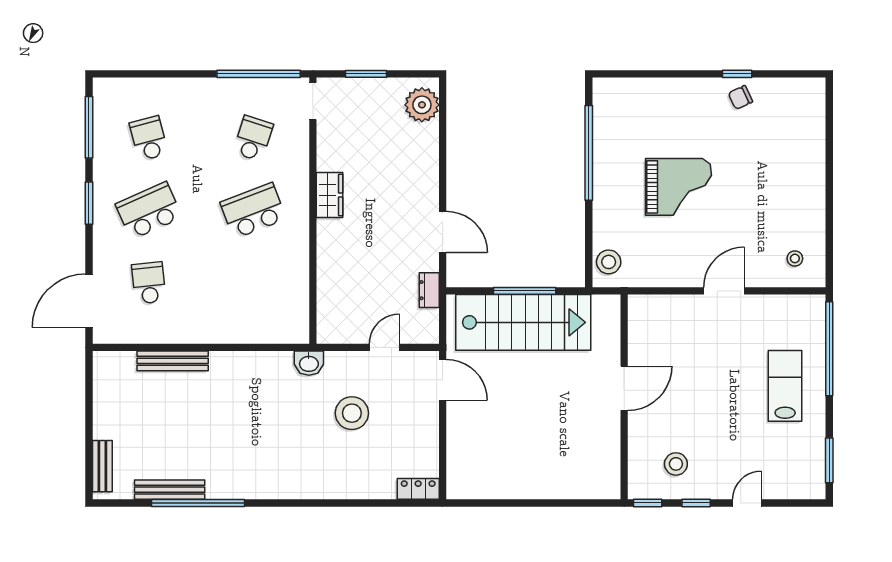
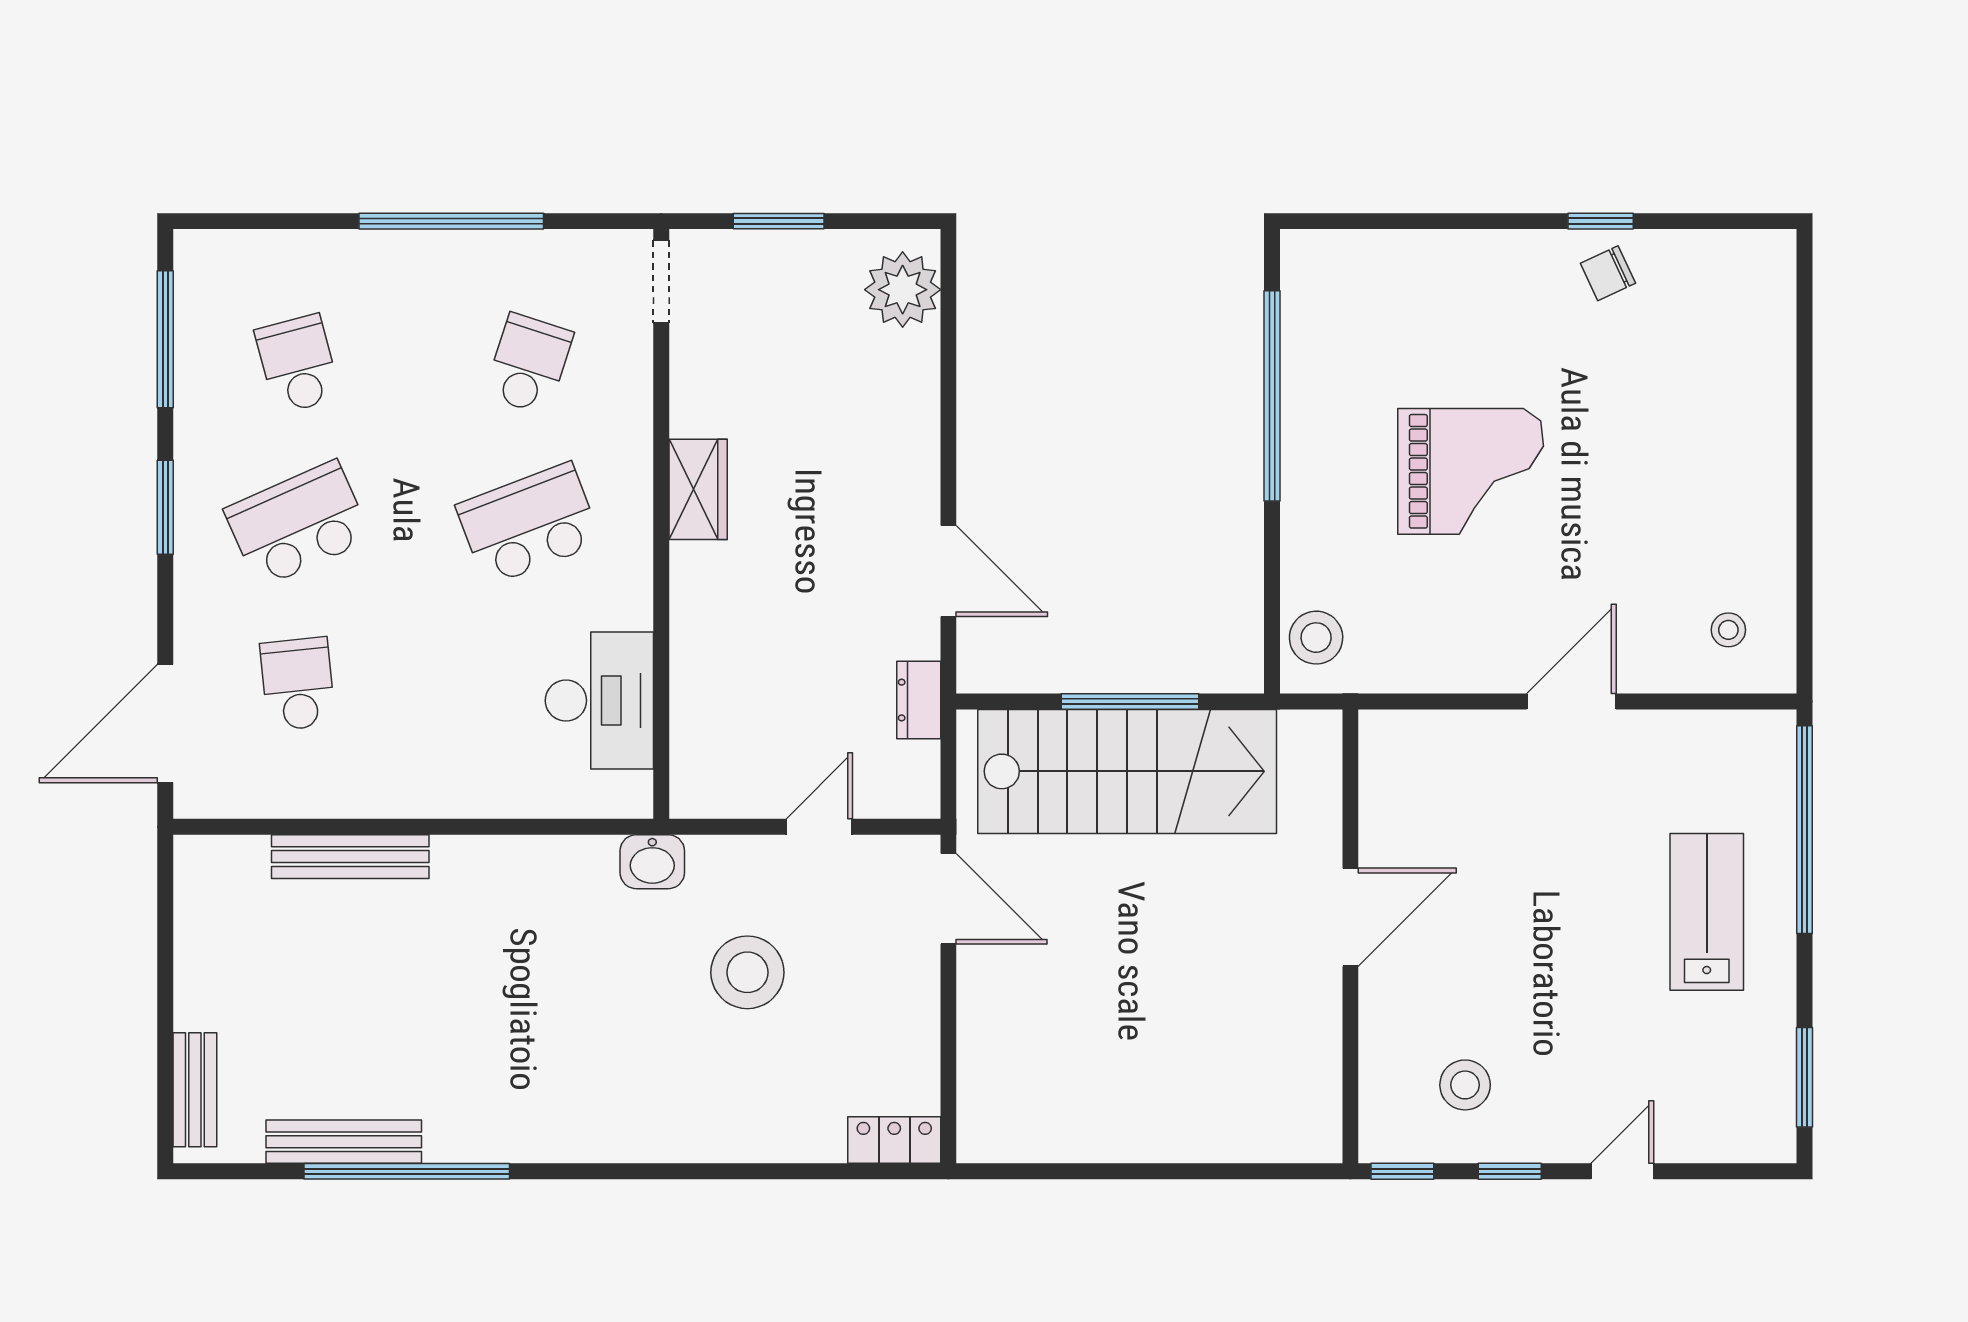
window: (259, 74) -> (451, 221), moved
desk: (285, 290) -> (599, 701), added

